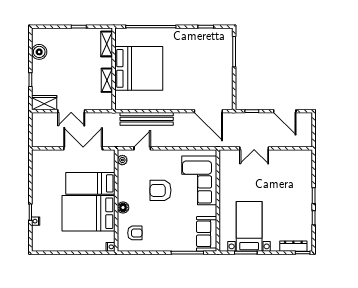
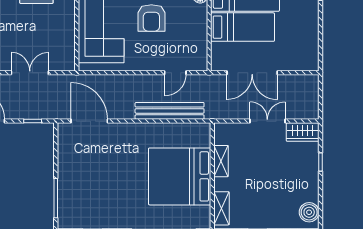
boiler: (39, 52) -> (309, 212), moved
plant: (122, 160) -> (201, 57), removed
armchair: (161, 190) -> (151, 18), turned 90

